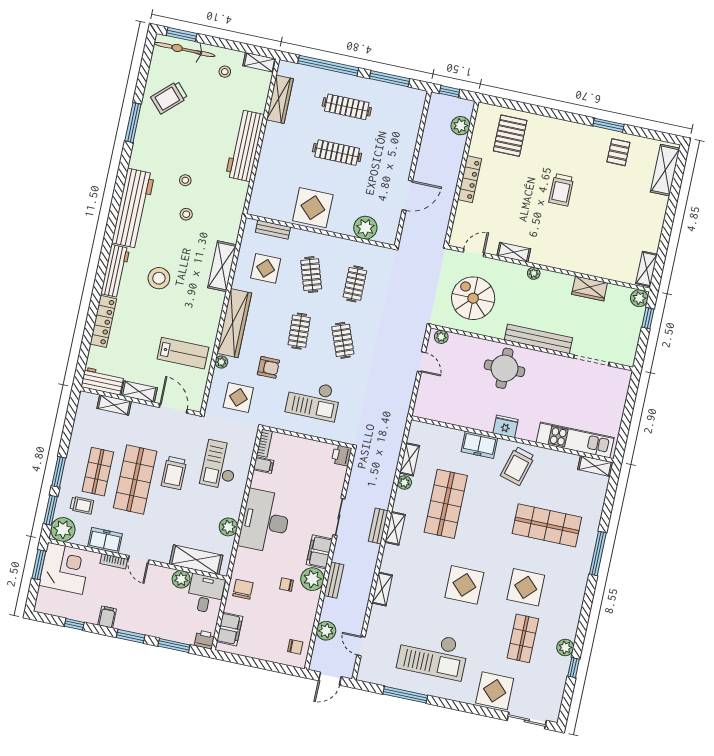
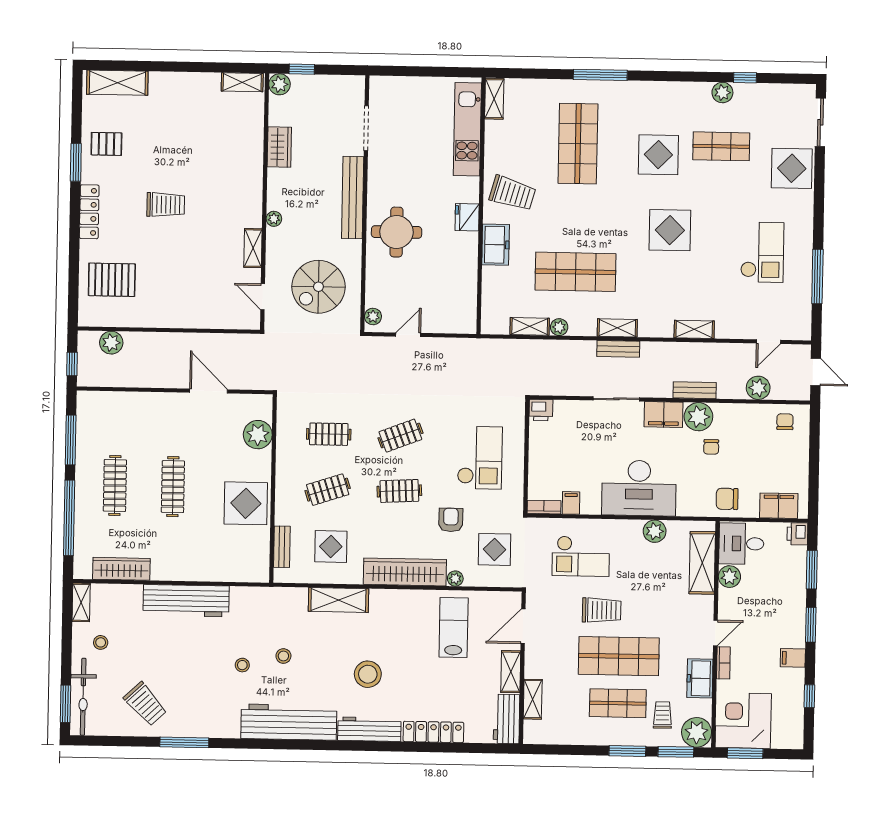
locker: (470, 179) -> (89, 212), moved, turned 90
checkout: (433, 655) -> (762, 252), width x0.73, depth x0.83

